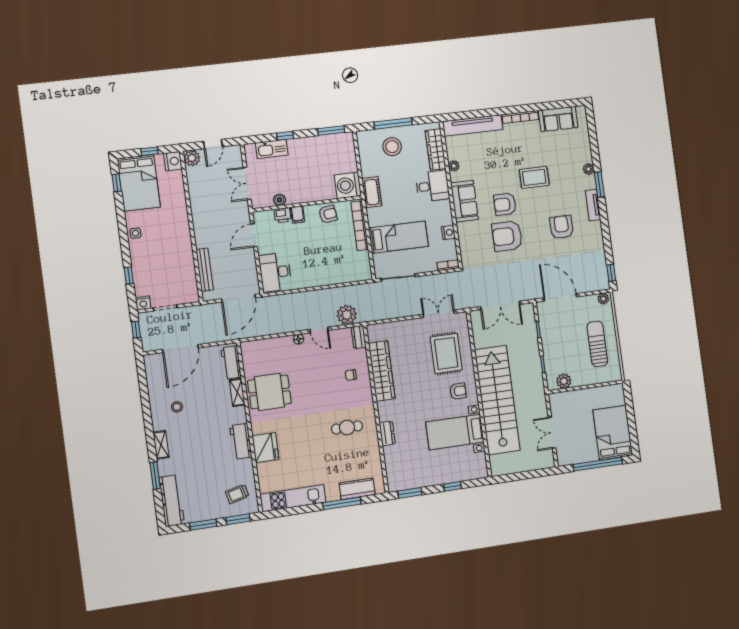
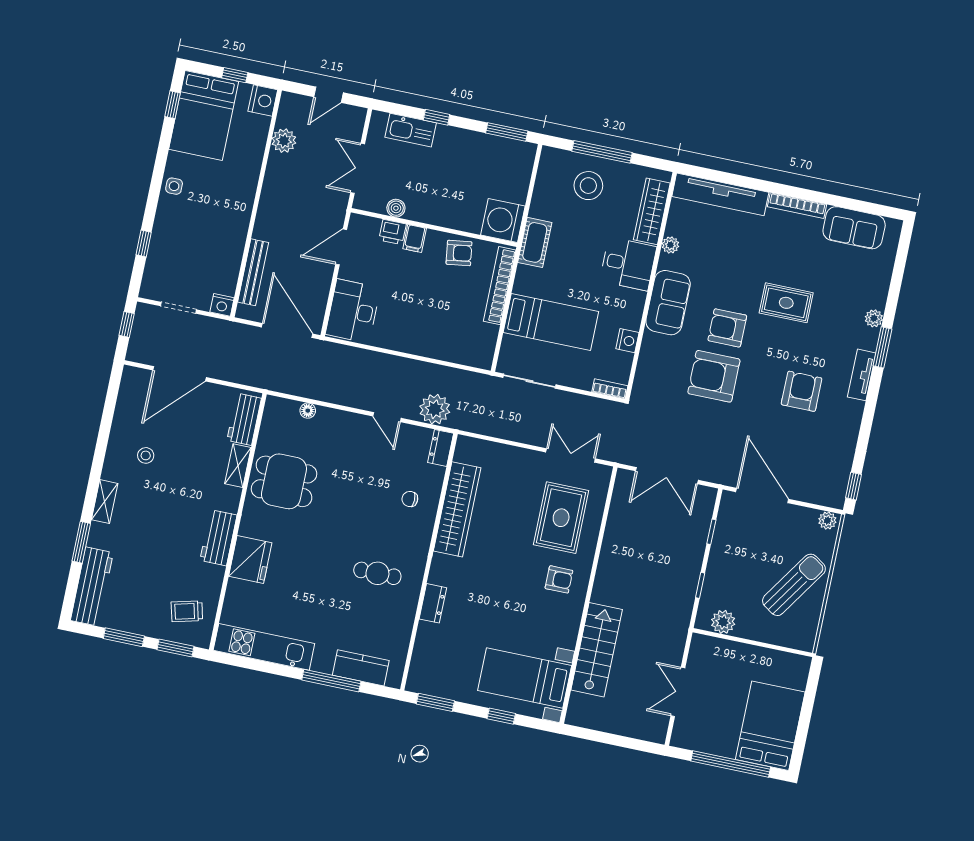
plant: (192, 158) -> (284, 141), moved
door: (239, 298) -> (287, 330), swing flipped
nightstand: (143, 303) -> (222, 305), moved
floor lamp: (299, 339) -> (308, 411), moved
sun lounger: (597, 344) -> (794, 585), turned 34
stairs: (497, 400) -> (597, 650), width x0.54, depth x0.66
bed with nightstands: (455, 432) -> (525, 678), moved

